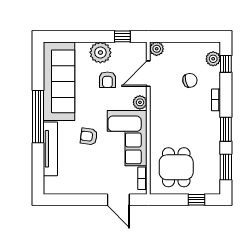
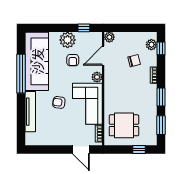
window: (38, 117) -> (21, 74), moved
dining table: (176, 167) -> (124, 125), turned 90

